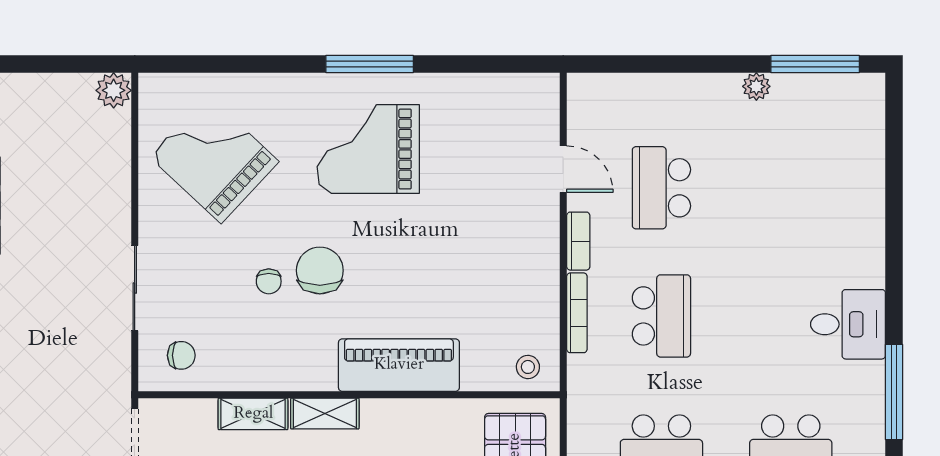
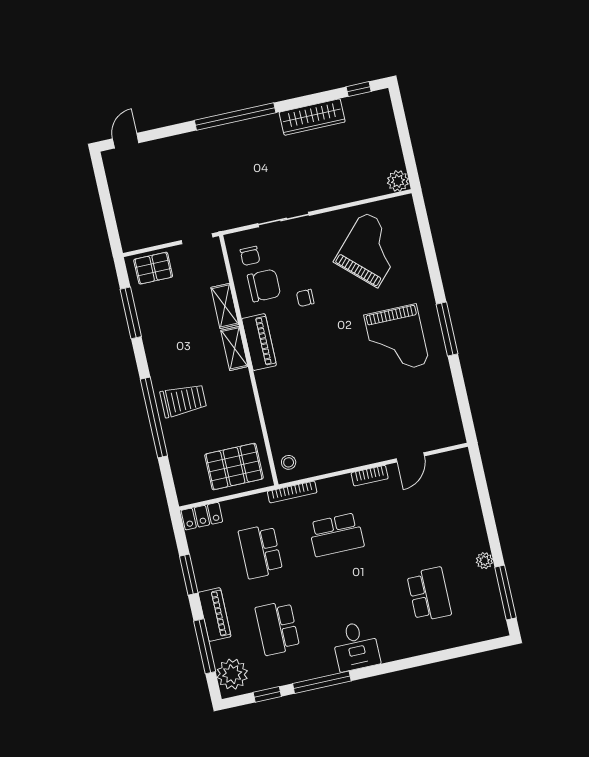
grand piano: (368, 149) -> (397, 339), turned 180
school desk: (661, 188) -> (429, 594), moved, turned 90
chair: (320, 270) -> (264, 285), moved
bookcase: (577, 313) -> (292, 492), moved
piano: (399, 365) -> (259, 342), moved, width x0.73, depth x0.75

